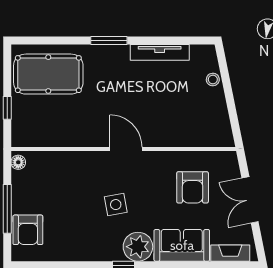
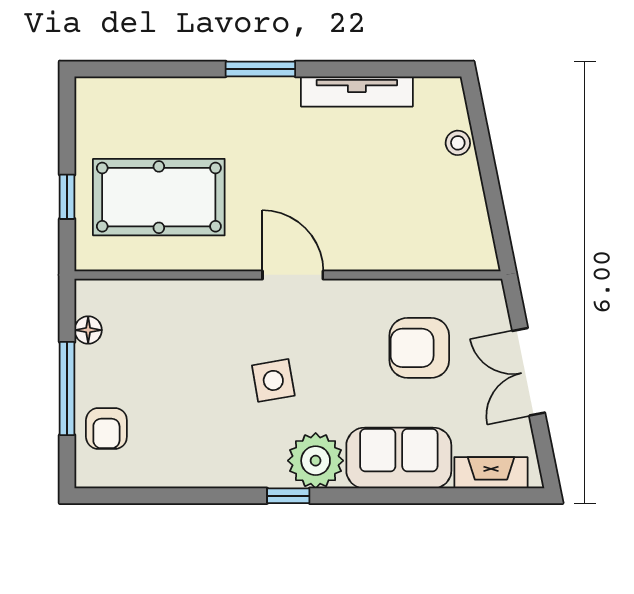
pool table: (48, 74) -> (159, 197), moved
floor lamp: (18, 162) -> (88, 330), moved
armchair: (193, 187) -> (419, 348), turned 90
armchair: (28, 230) -> (106, 428), width x0.72, depth x0.72

